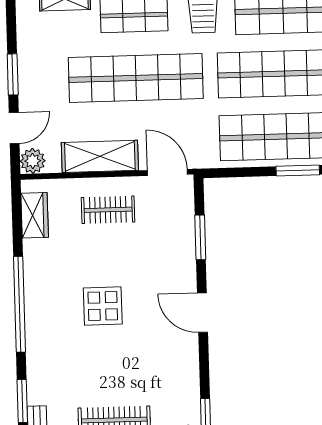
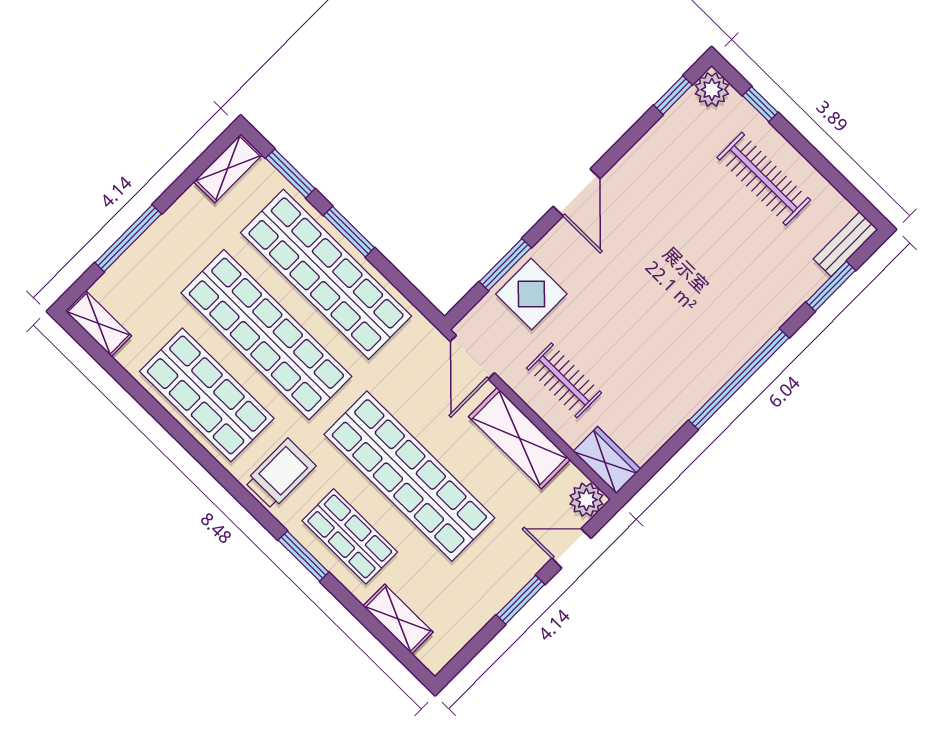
wardrobe: (35, 215) -> (607, 460), moved, turned 90
display table: (103, 306) -> (531, 294), moved

